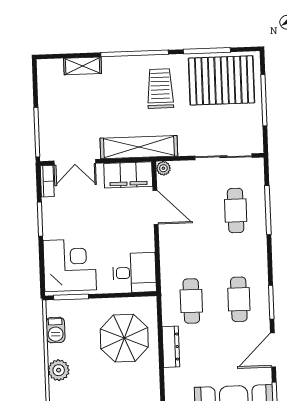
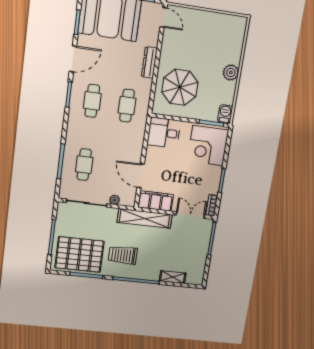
trolley: (160, 89) -> (123, 255), turned 90
plant: (163, 168) -> (115, 200), moved
barbecue: (55, 330) -> (225, 114), moved
dresser: (171, 347) -> (149, 62), moved

